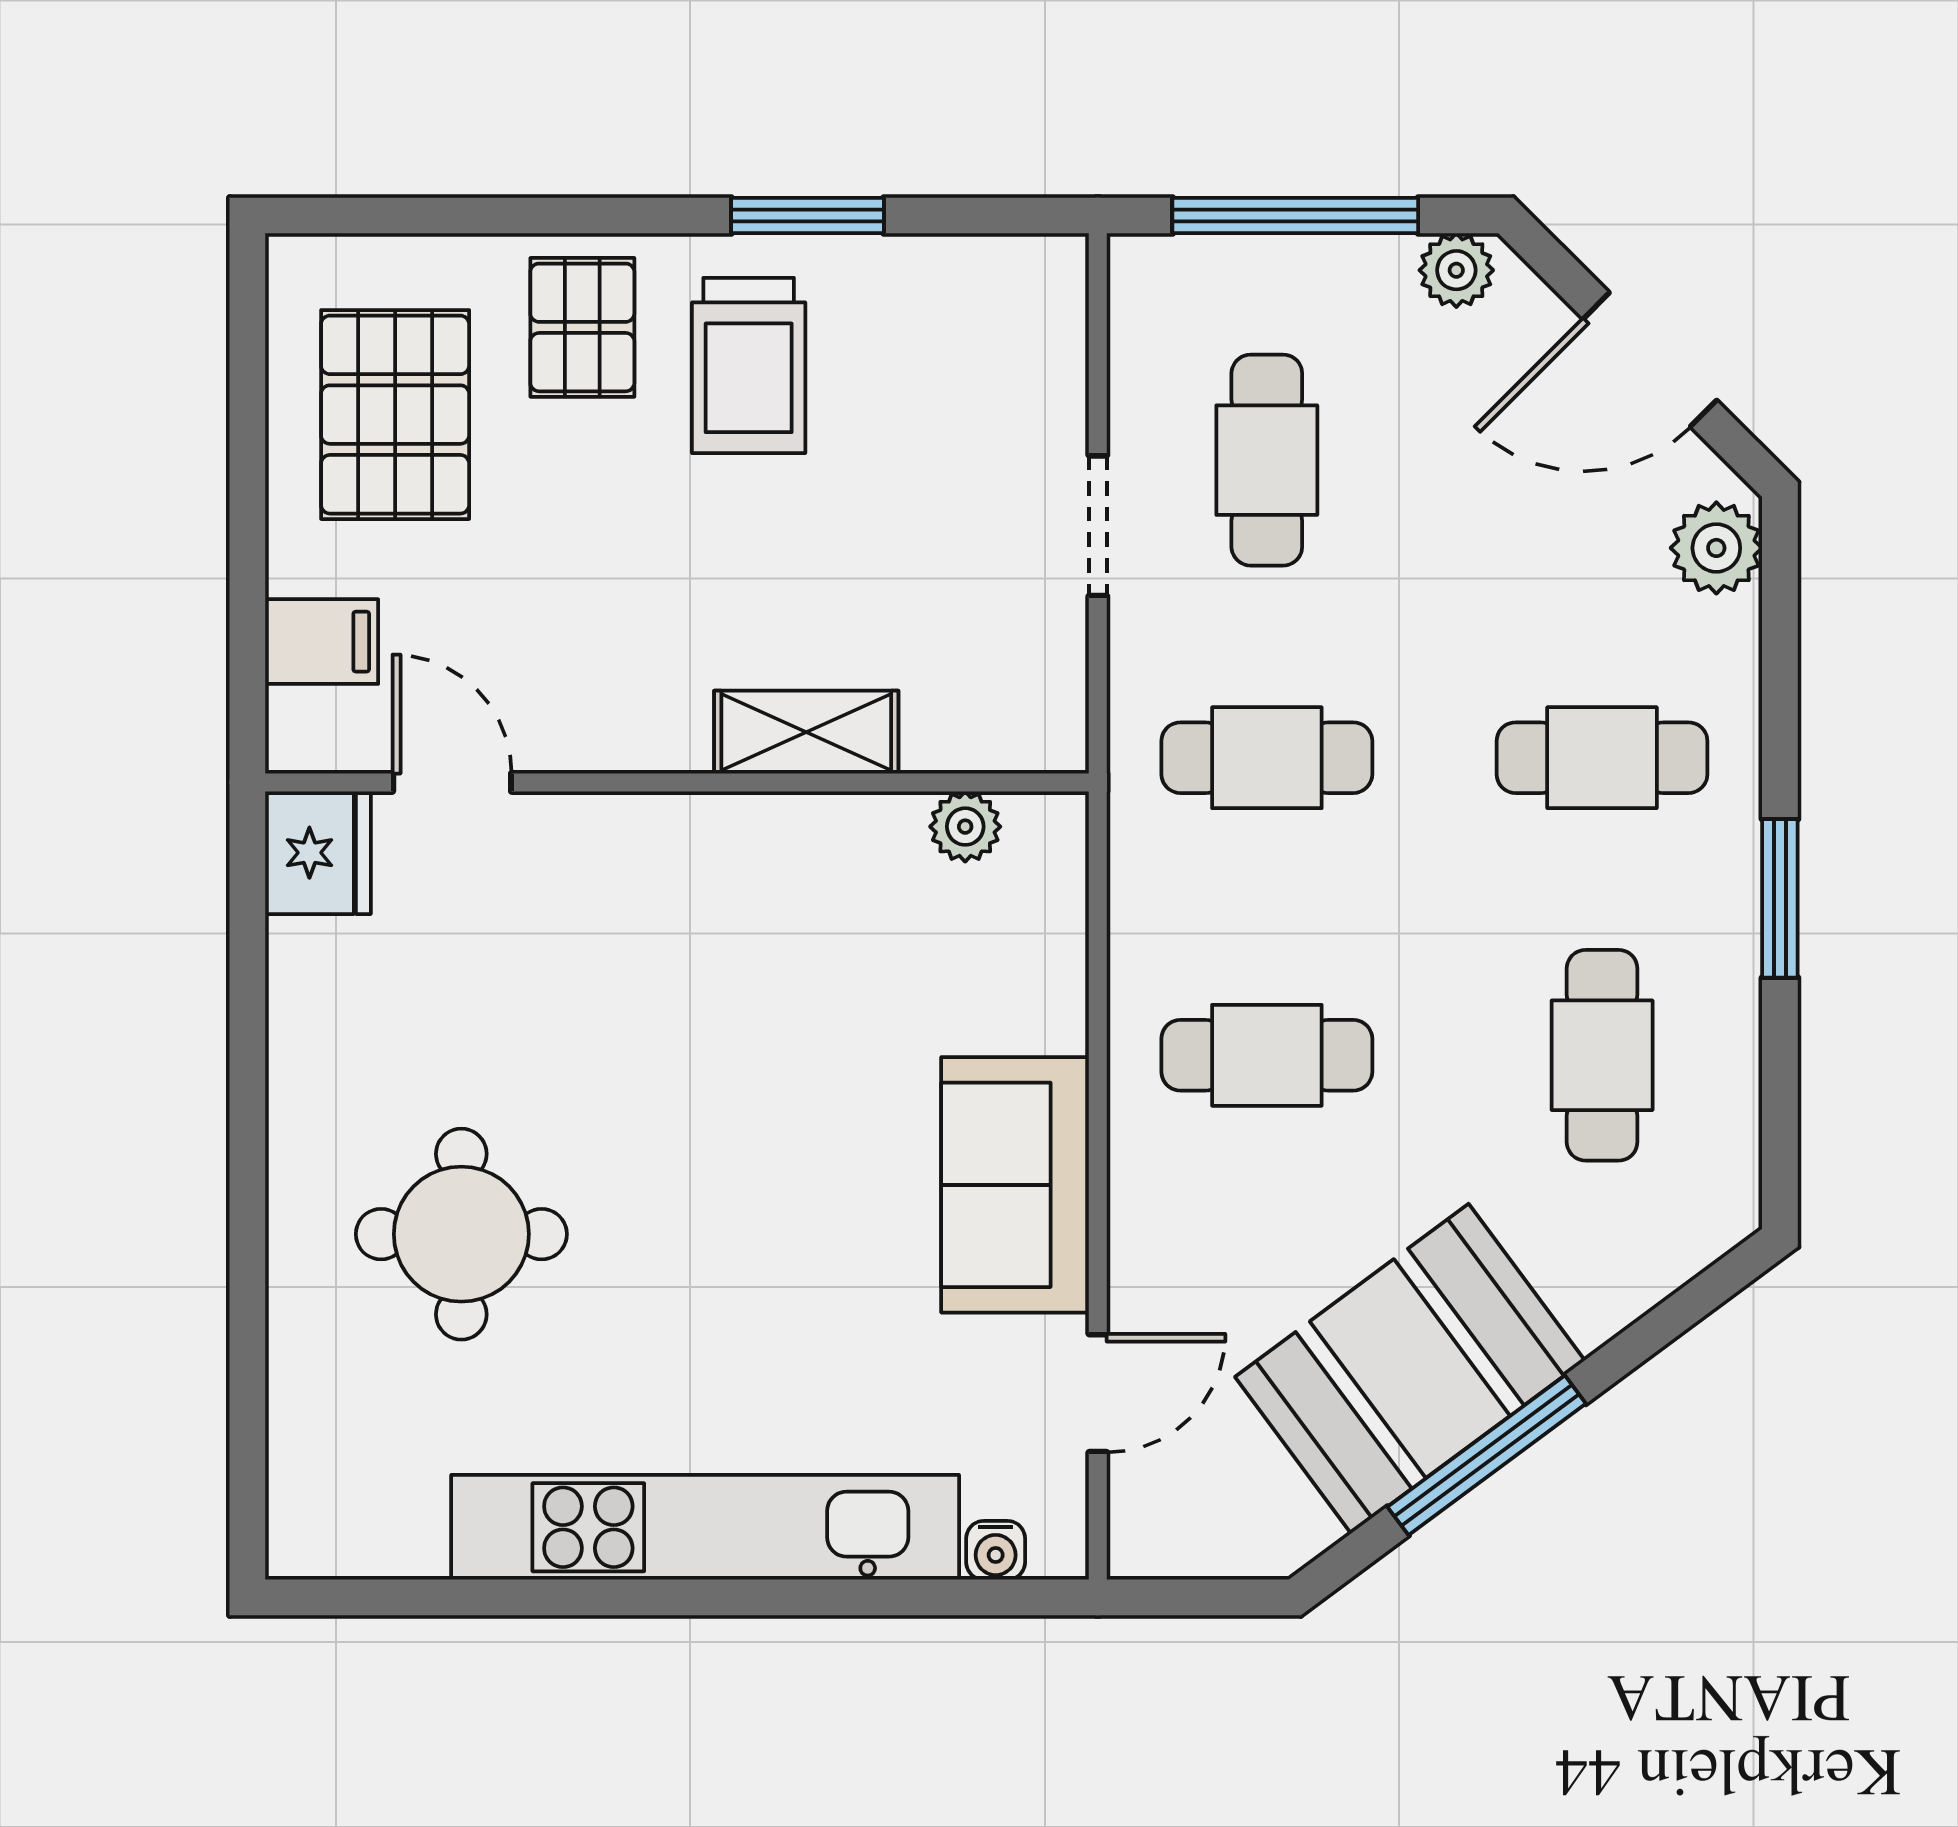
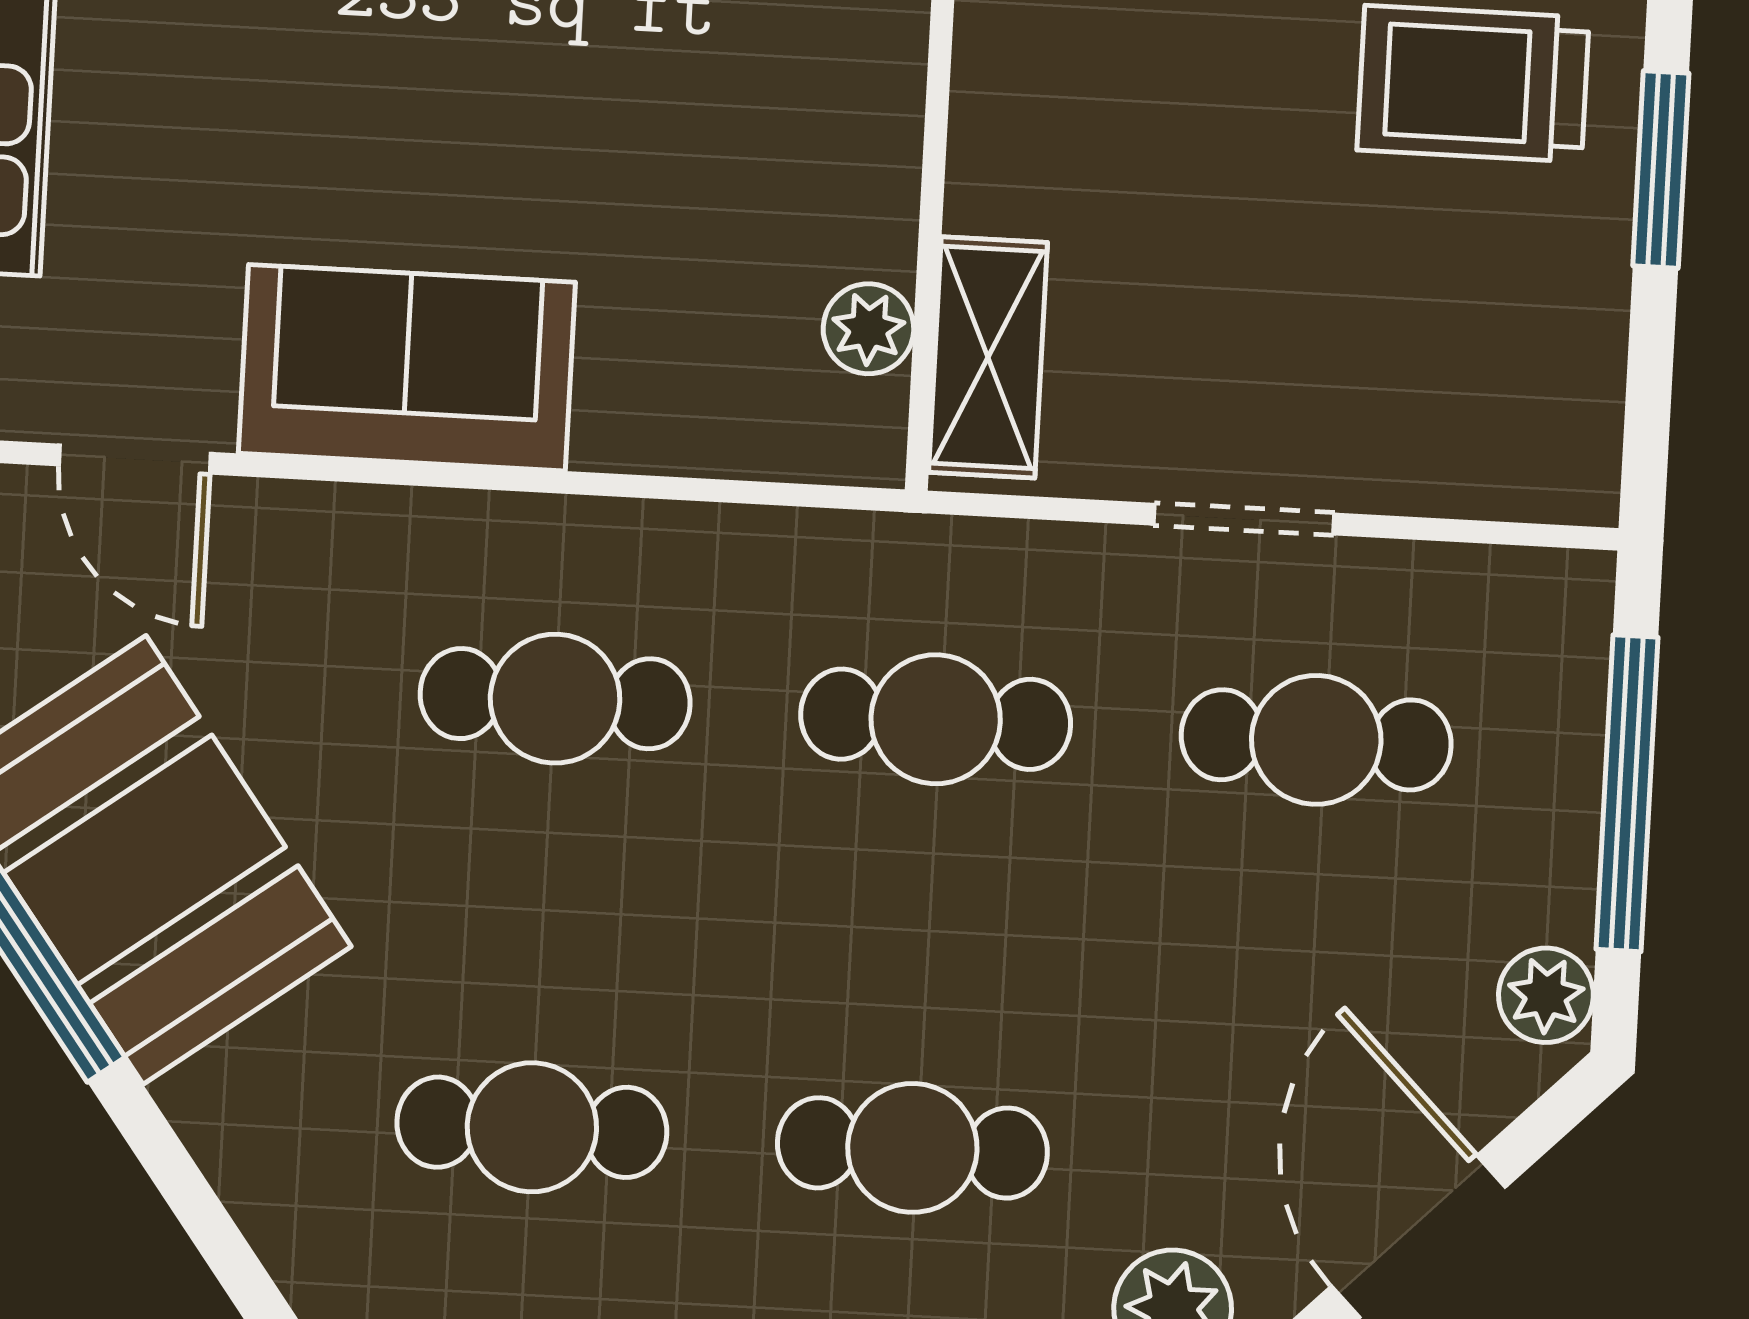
shelving: (806, 732) -> (988, 357), moved
cafe table: (1267, 758) -> (936, 719), turned 90
cafe table: (1602, 758) -> (912, 1148), turned 90
cafe table: (1267, 1055) -> (555, 699), turned 90

